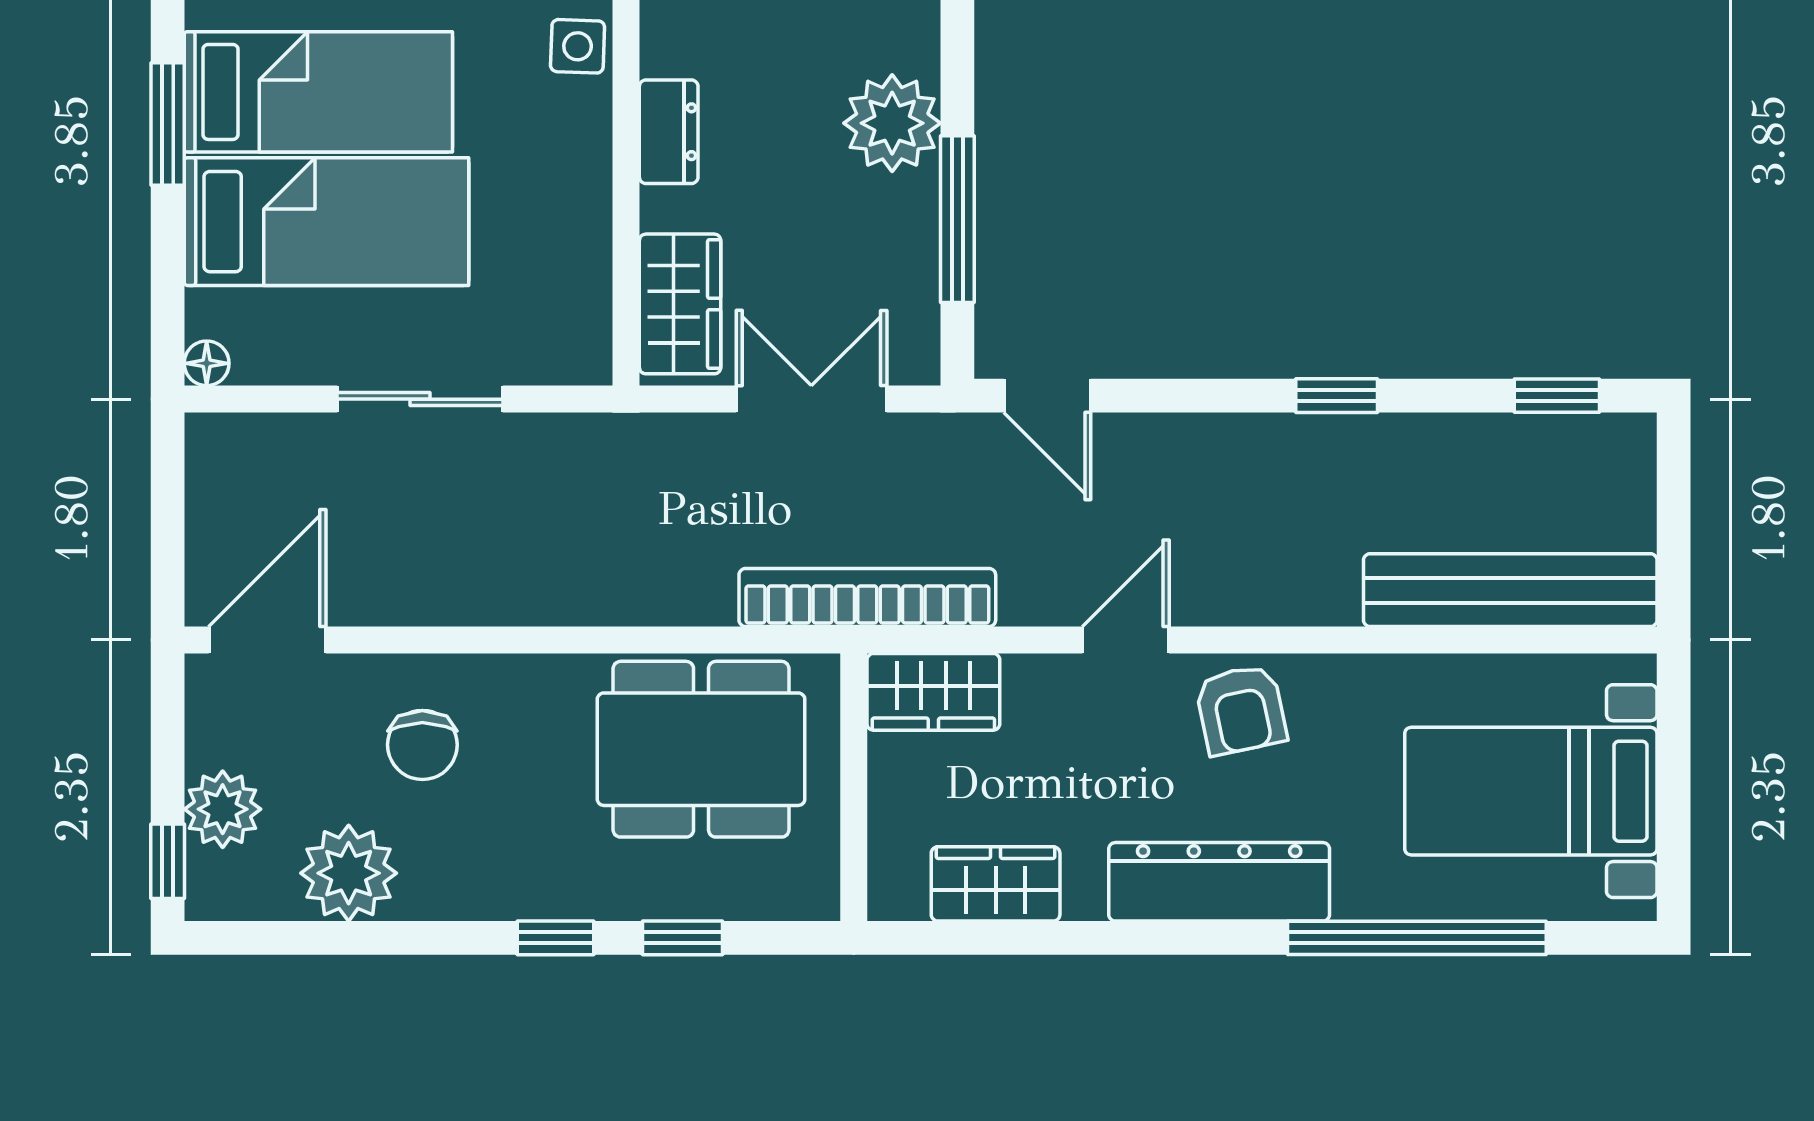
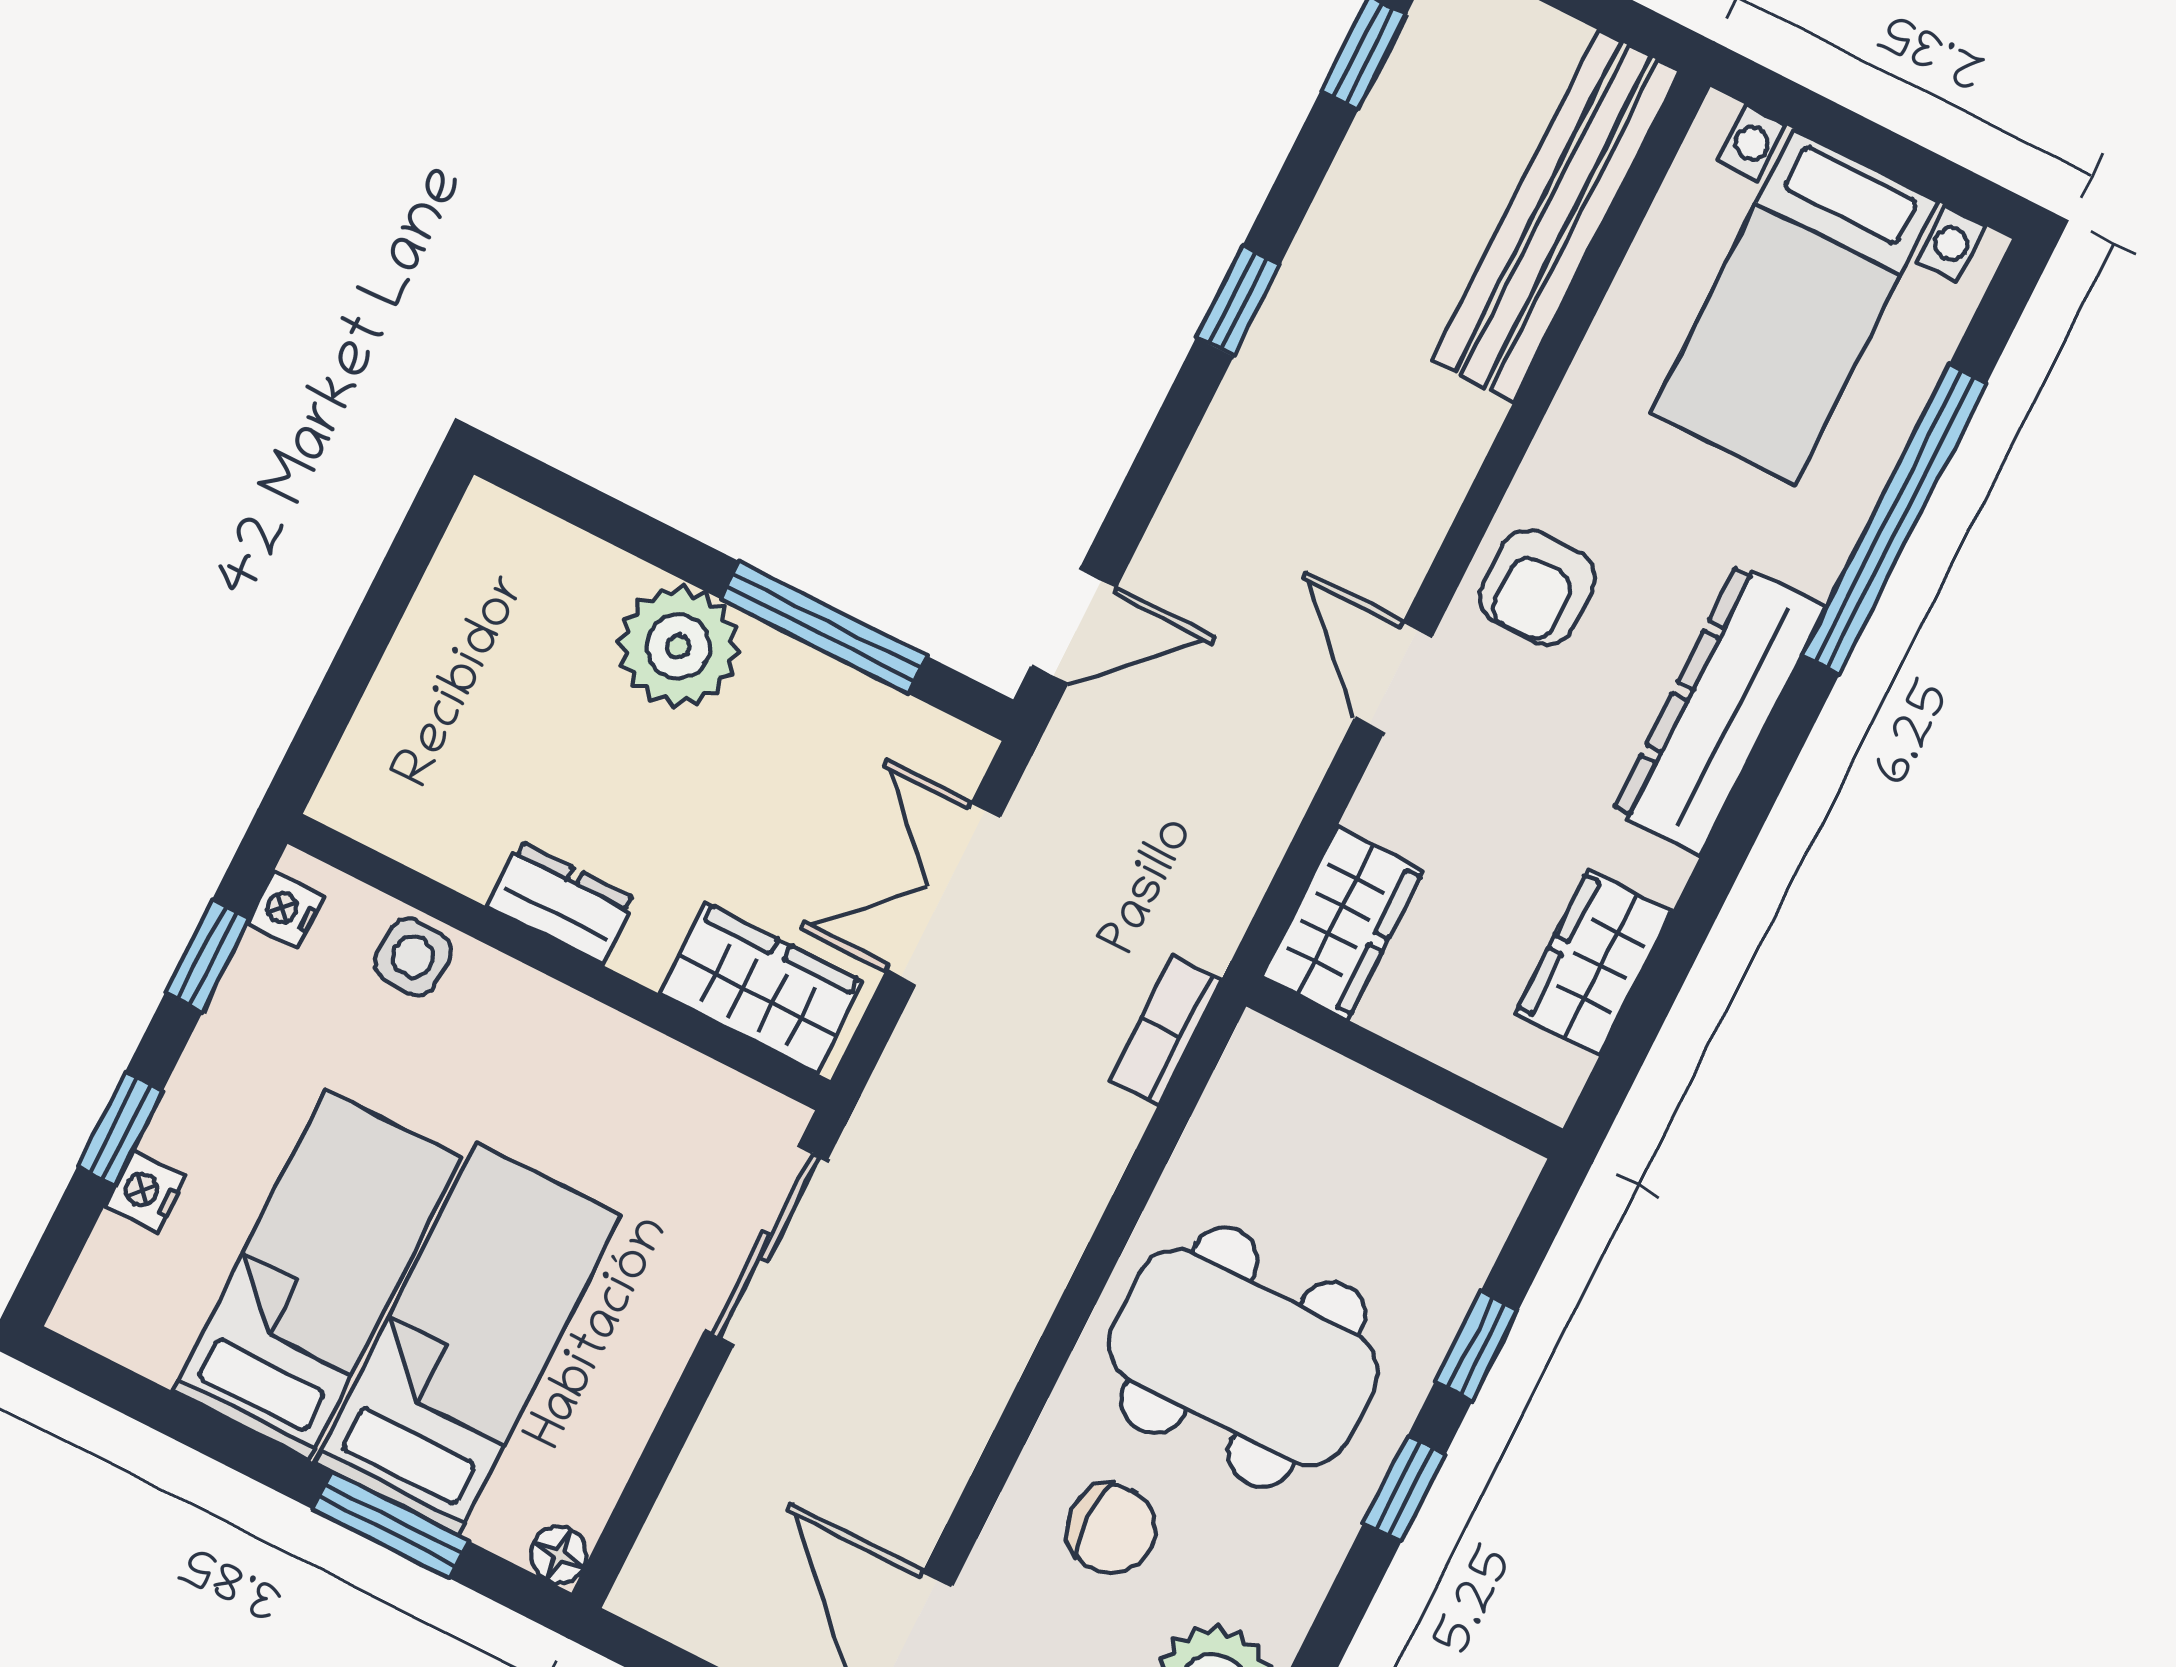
window: (168, 124) -> (391, 1525), moved
sliding door: (420, 399) -> (766, 1246), moved
bookcase: (867, 597) -> (1165, 1030), width x0.43, depth x0.76
armchair: (1241, 710) -> (1537, 587), turned 102
dining table: (701, 749) -> (1243, 1357), moved, turned 90

